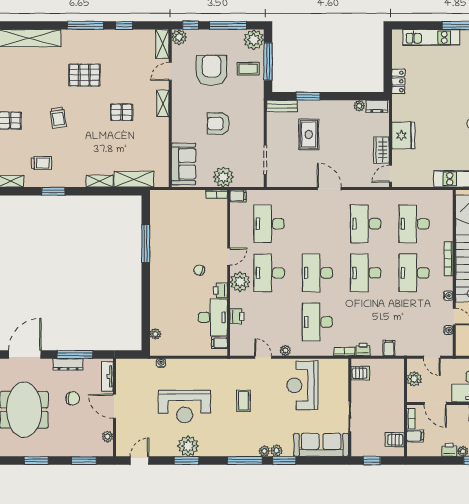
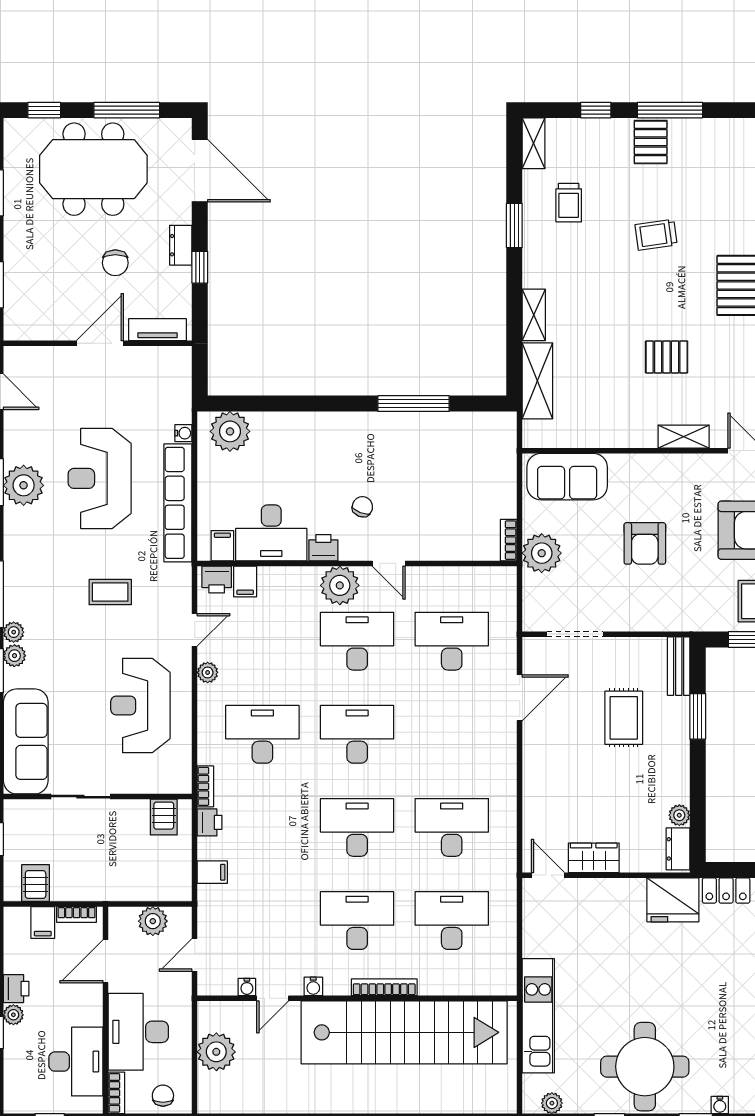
pallet: (121, 112) -> (667, 357), turned 90
armchair: (218, 124) -> (645, 543), turned 180
rug: (309, 134) -> (624, 718), turned 90
fridge: (403, 136) -> (673, 900), moved
door: (329, 189) -> (520, 698), moved
filing cabinet: (238, 196) -> (245, 581), moved
printer: (237, 316) -> (217, 579), moved
plant: (155, 334) -> (230, 431), width x1.87, depth x1.87
window: (75, 354) -> (200, 267), width x0.46
dresser: (68, 364) -> (181, 245), width x0.70
row of seats: (197, 366) -> (178, 503), added
reception desk: (302, 385) -> (140, 705), turned -90
plant: (107, 437) -> (42, 330), removed

